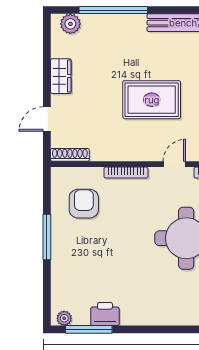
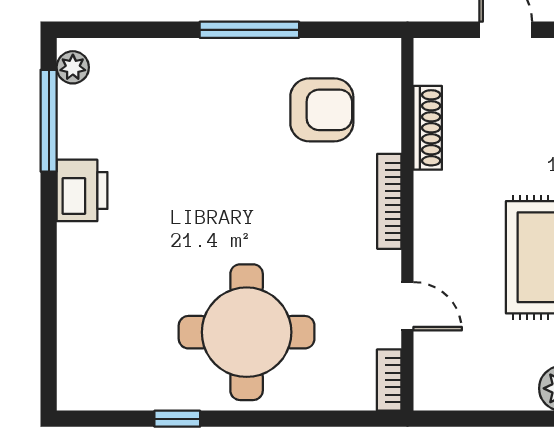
shoe rack: (70, 155) -> (428, 128), moved
printer: (105, 314) -> (82, 190), moved

